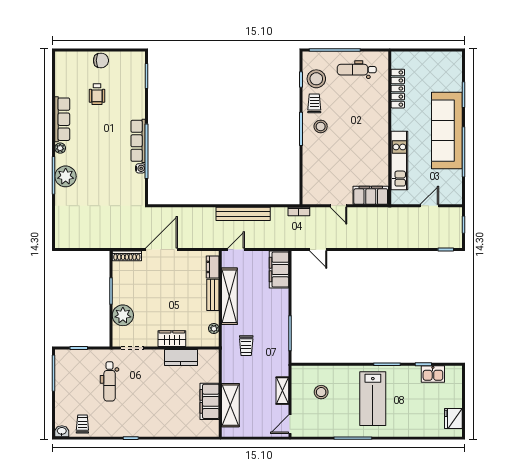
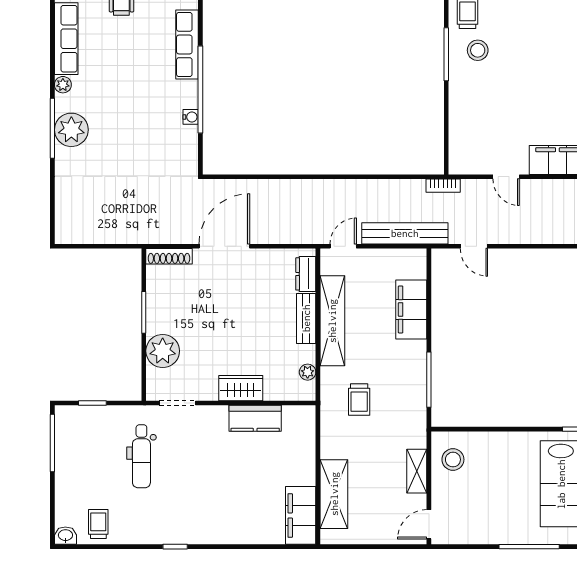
row of seats: (138, 141) -> (187, 44), moved
bench: (243, 214) -> (405, 233), moved
filing cabinet: (279, 270) -> (411, 309), moved
stool: (321, 392) -> (453, 460), moved
filing cabinet: (209, 401) -> (301, 515), moved

